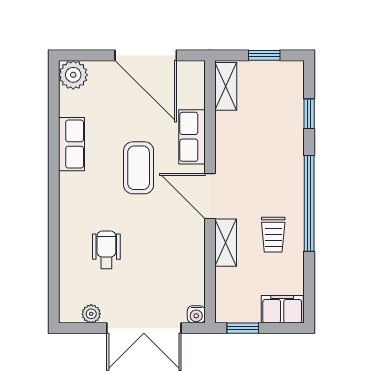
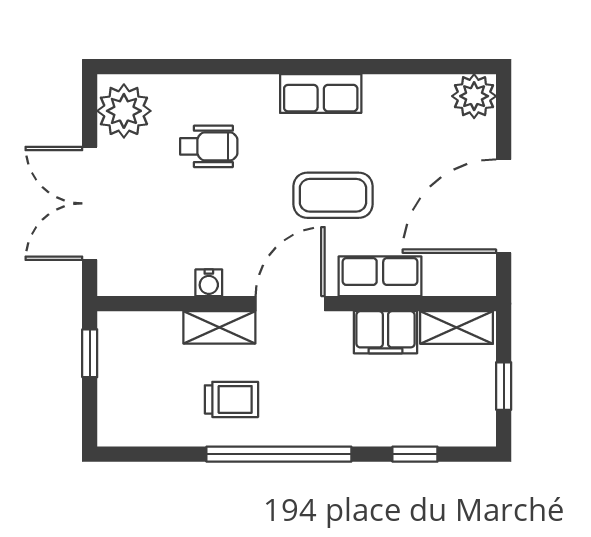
row of seats: (71, 144) -> (321, 94), moved
trolley: (273, 235) -> (231, 399), turned 180
filing cabinet: (282, 309) -> (385, 332), moved, turned 90
plant: (91, 314) -> (124, 111), width x1.88, depth x1.88
water cooler: (196, 314) -> (209, 283), moved, turned -90

